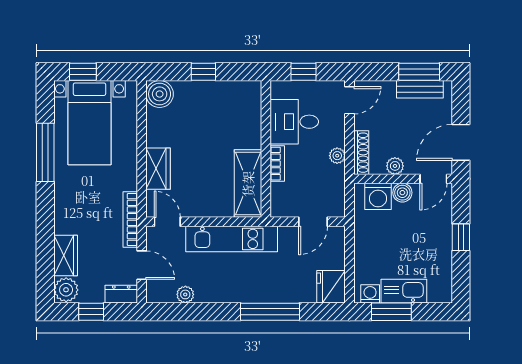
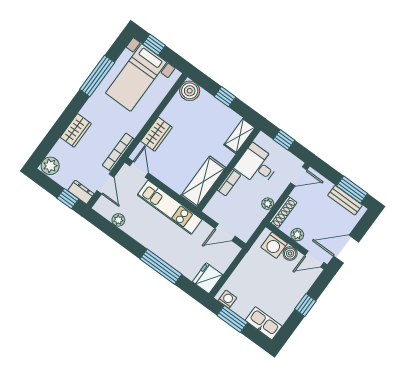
shelving: (251, 103) -> (240, 136), added
wardrobe: (66, 255) -> (76, 130), moved
kitchen sink: (404, 291) -> (264, 323), moved
window: (91, 312) -> (68, 199), moved

